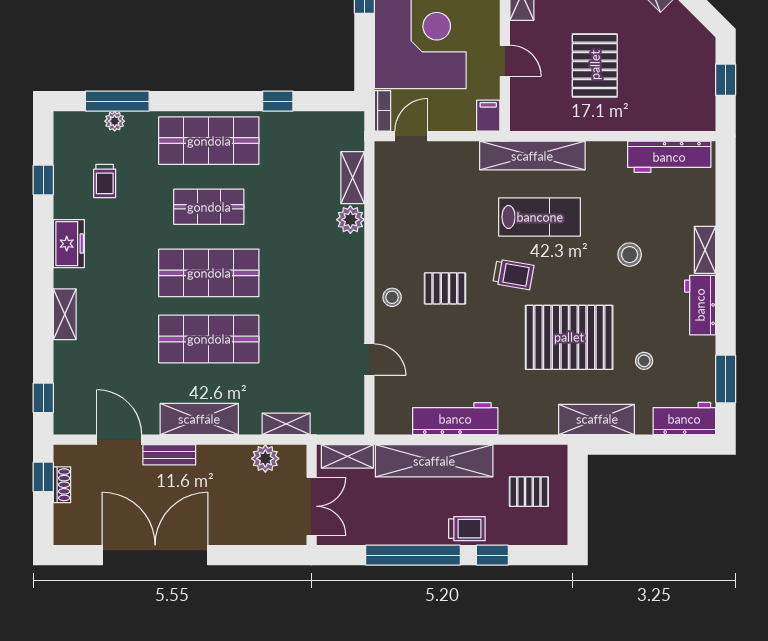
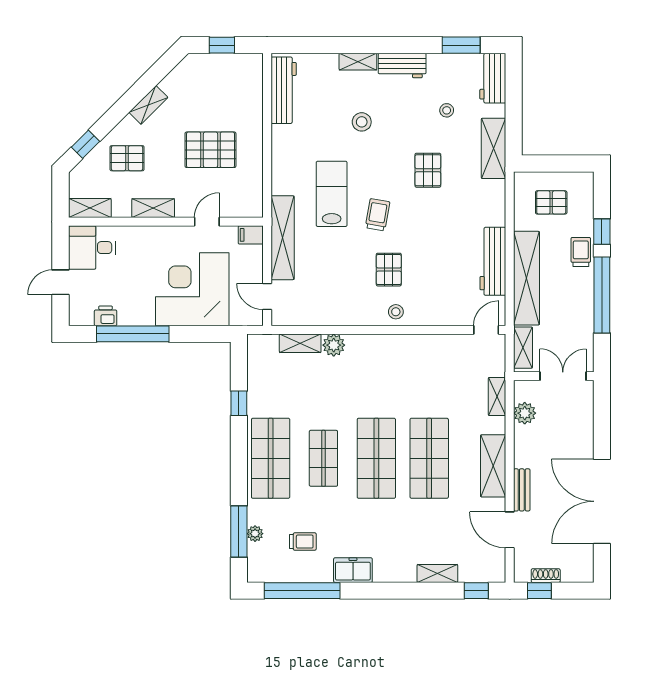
bookcase: (383, 111) -> (247, 319), removed
shelving: (532, 156) -> (283, 238), moved
window: (43, 180) -> (302, 591), width x3.17
shelving: (65, 314) -> (437, 573), moved
pallet: (569, 337) -> (428, 170), width x0.49, depth x0.50
door: (369, 360) -> (486, 330), moved
door: (119, 440) -> (510, 530), hinge flipped
pallet: (529, 492) -> (551, 202), turned 90

